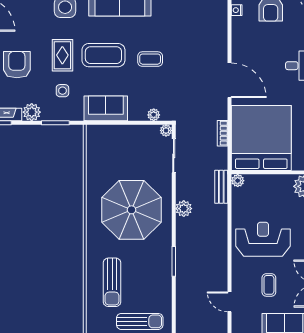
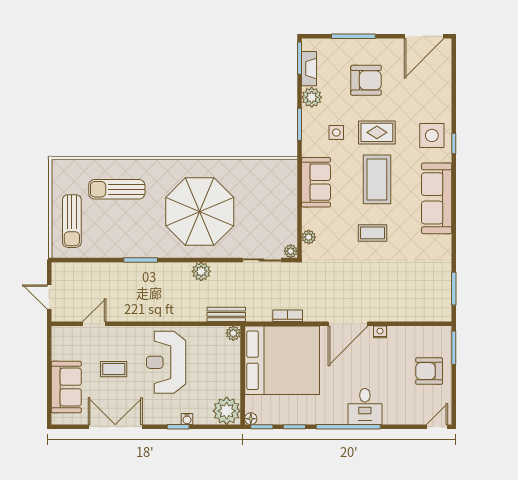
nightstand: (237, 10) -> (380, 332), moved
coffee table: (150, 59) -> (372, 233), turned 90
reception desk: (263, 239) -> (166, 362), turned 180

